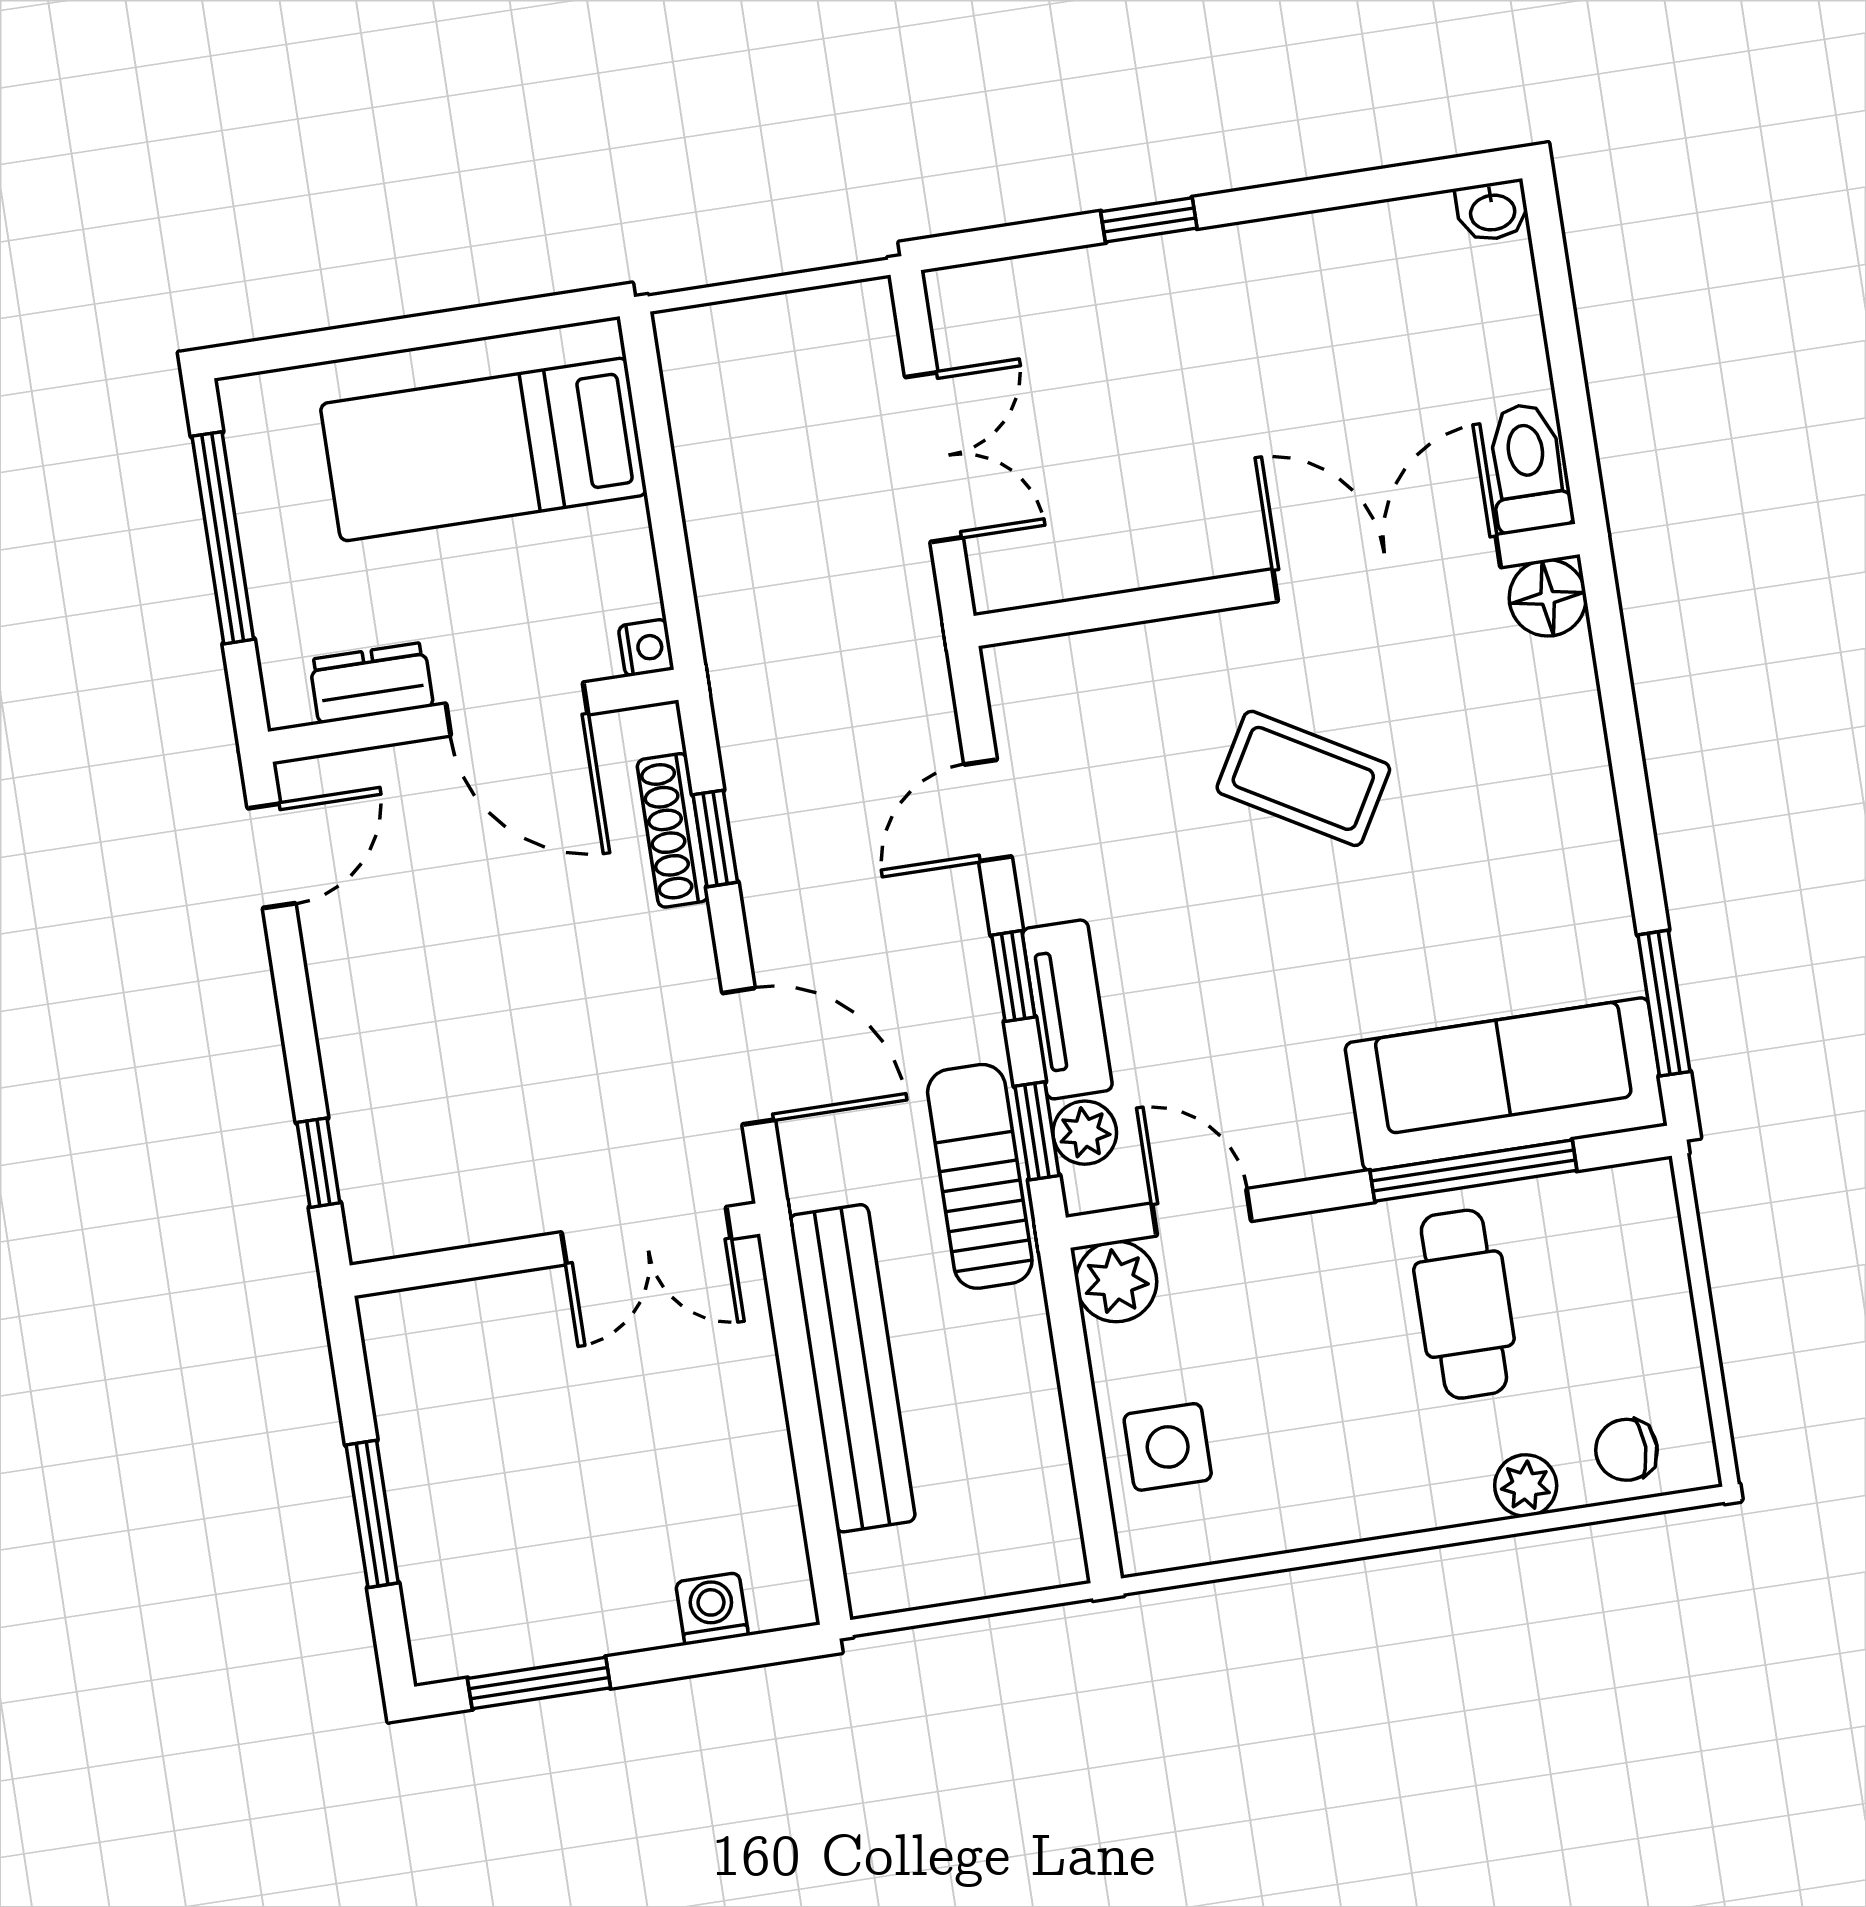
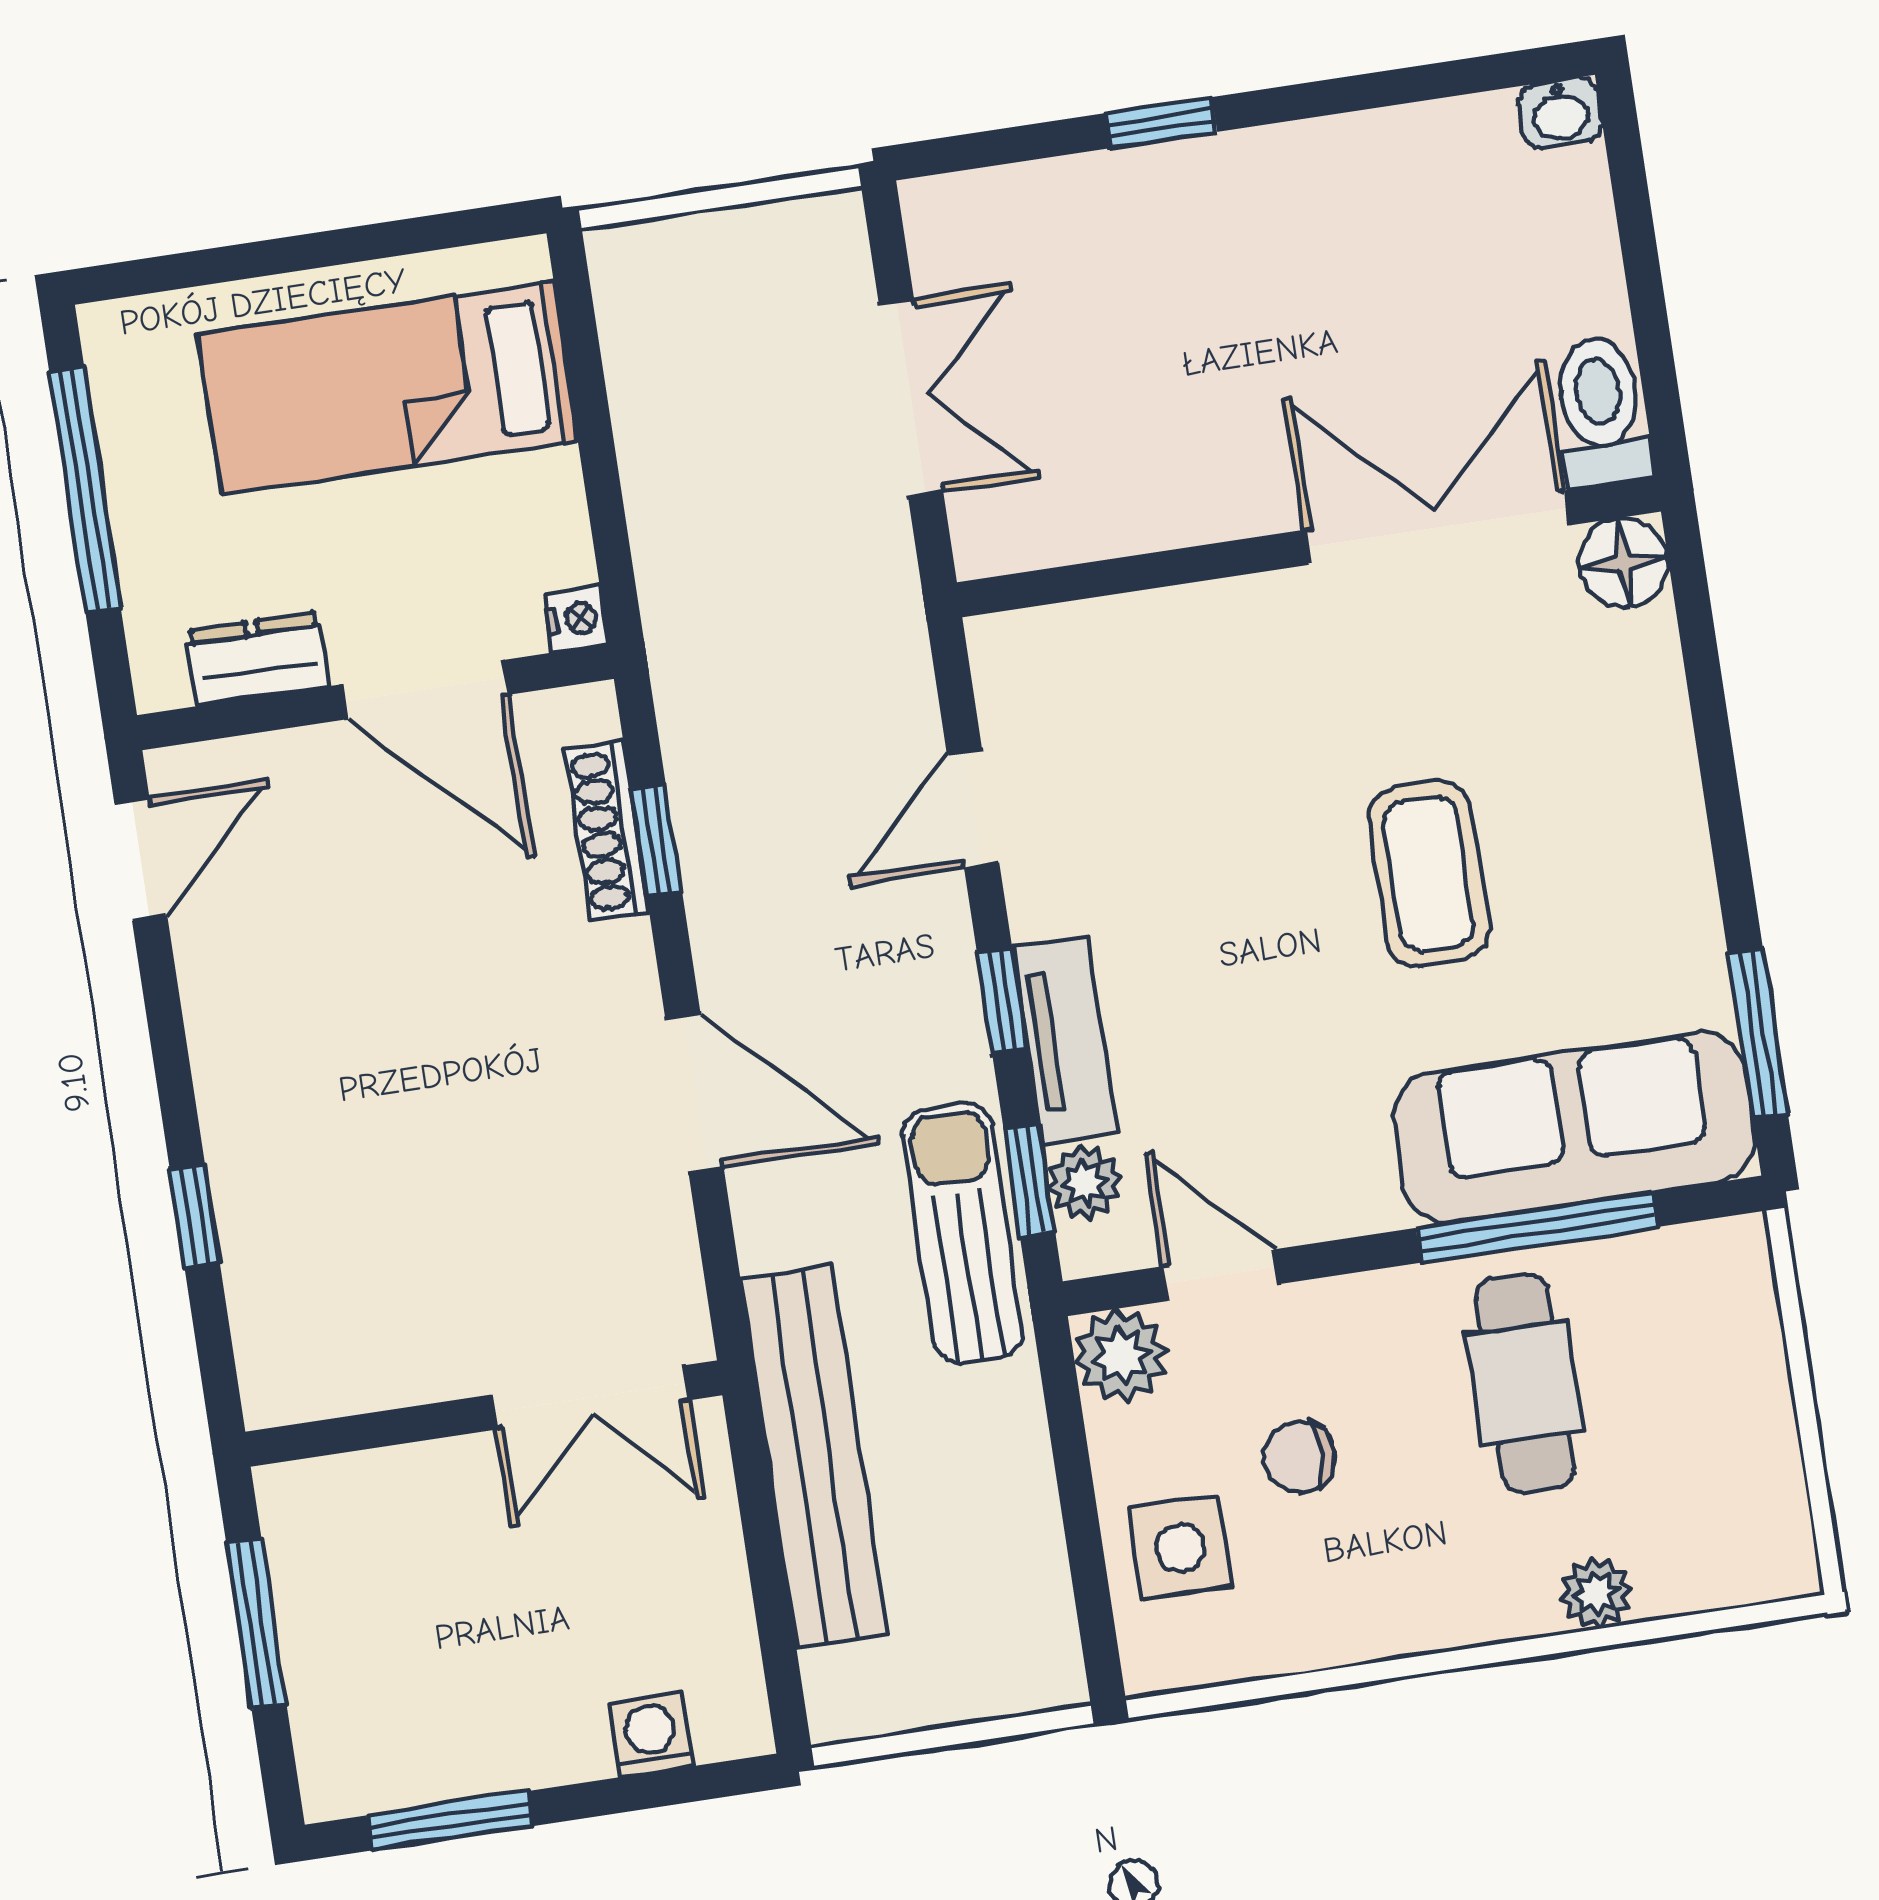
coffee table: (1303, 778) -> (1428, 874), moved, turned 60
double door: (646, 1236) -> (590, 1397), moved
wall: (555, 1250) -> (484, 1413), moved
chair: (1626, 1450) -> (1299, 1457), moved

